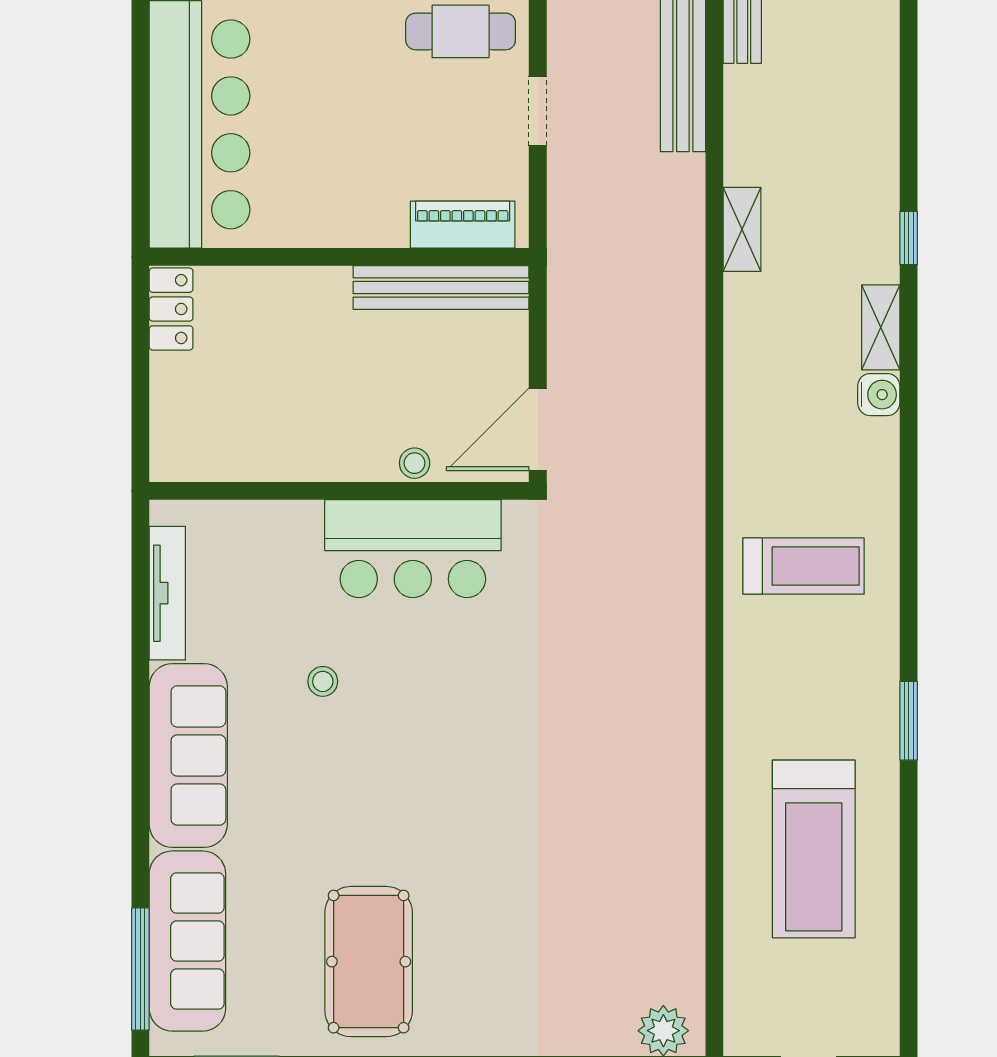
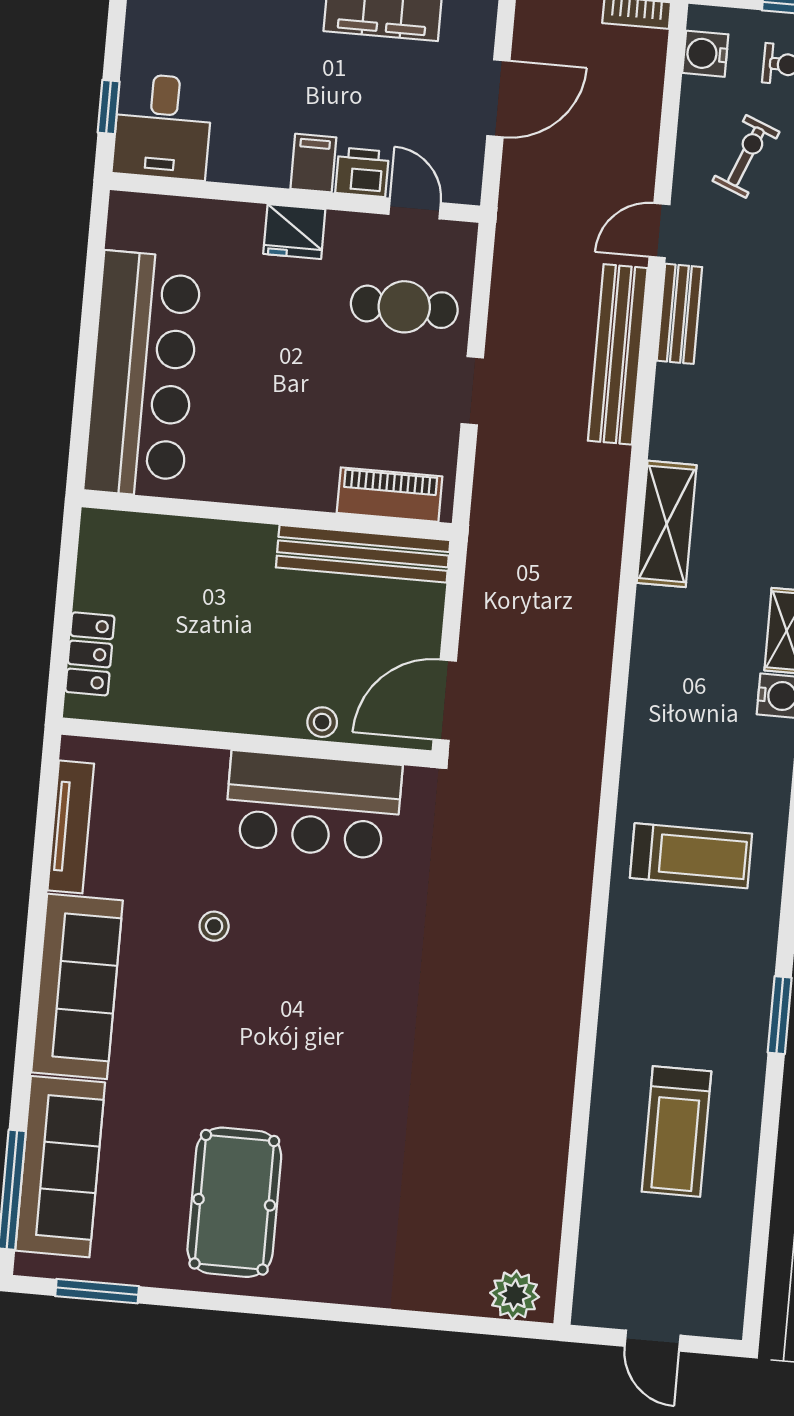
shelving: (742, 229) -> (667, 524), width x1.50, depth x1.33
locker: (171, 309) -> (90, 654), moved
treadmill: (814, 849) -> (676, 1131), width x0.73, depth x0.73

